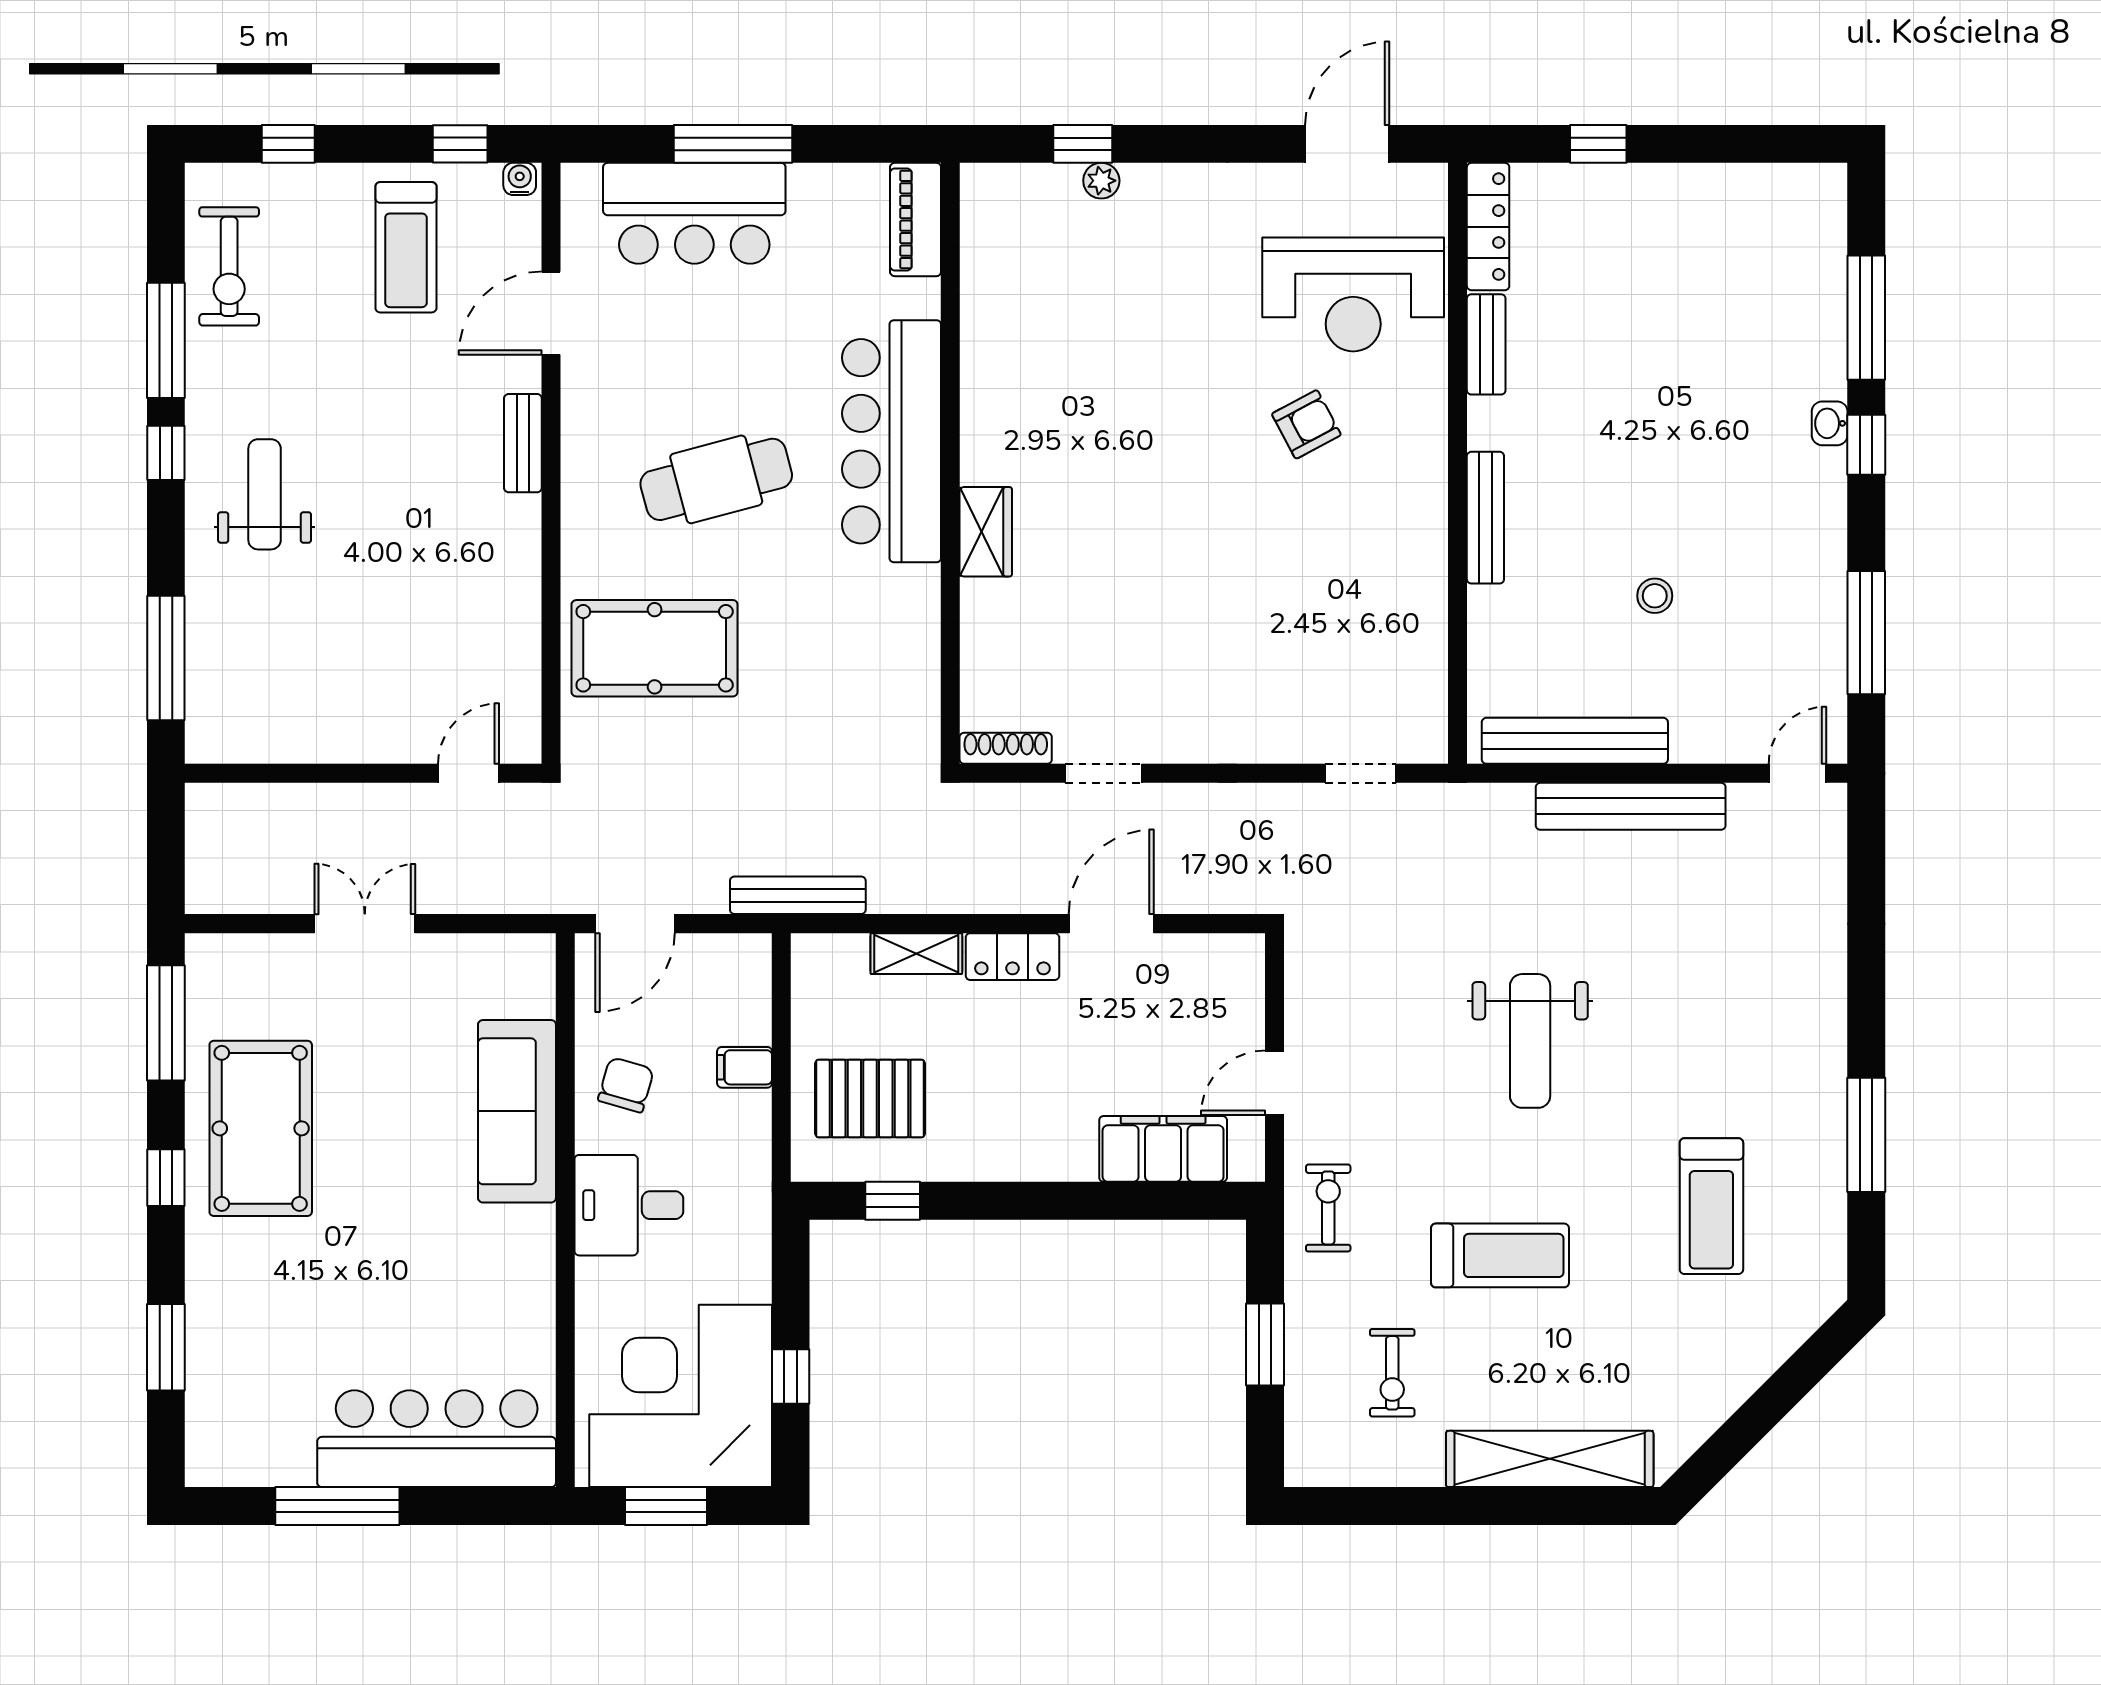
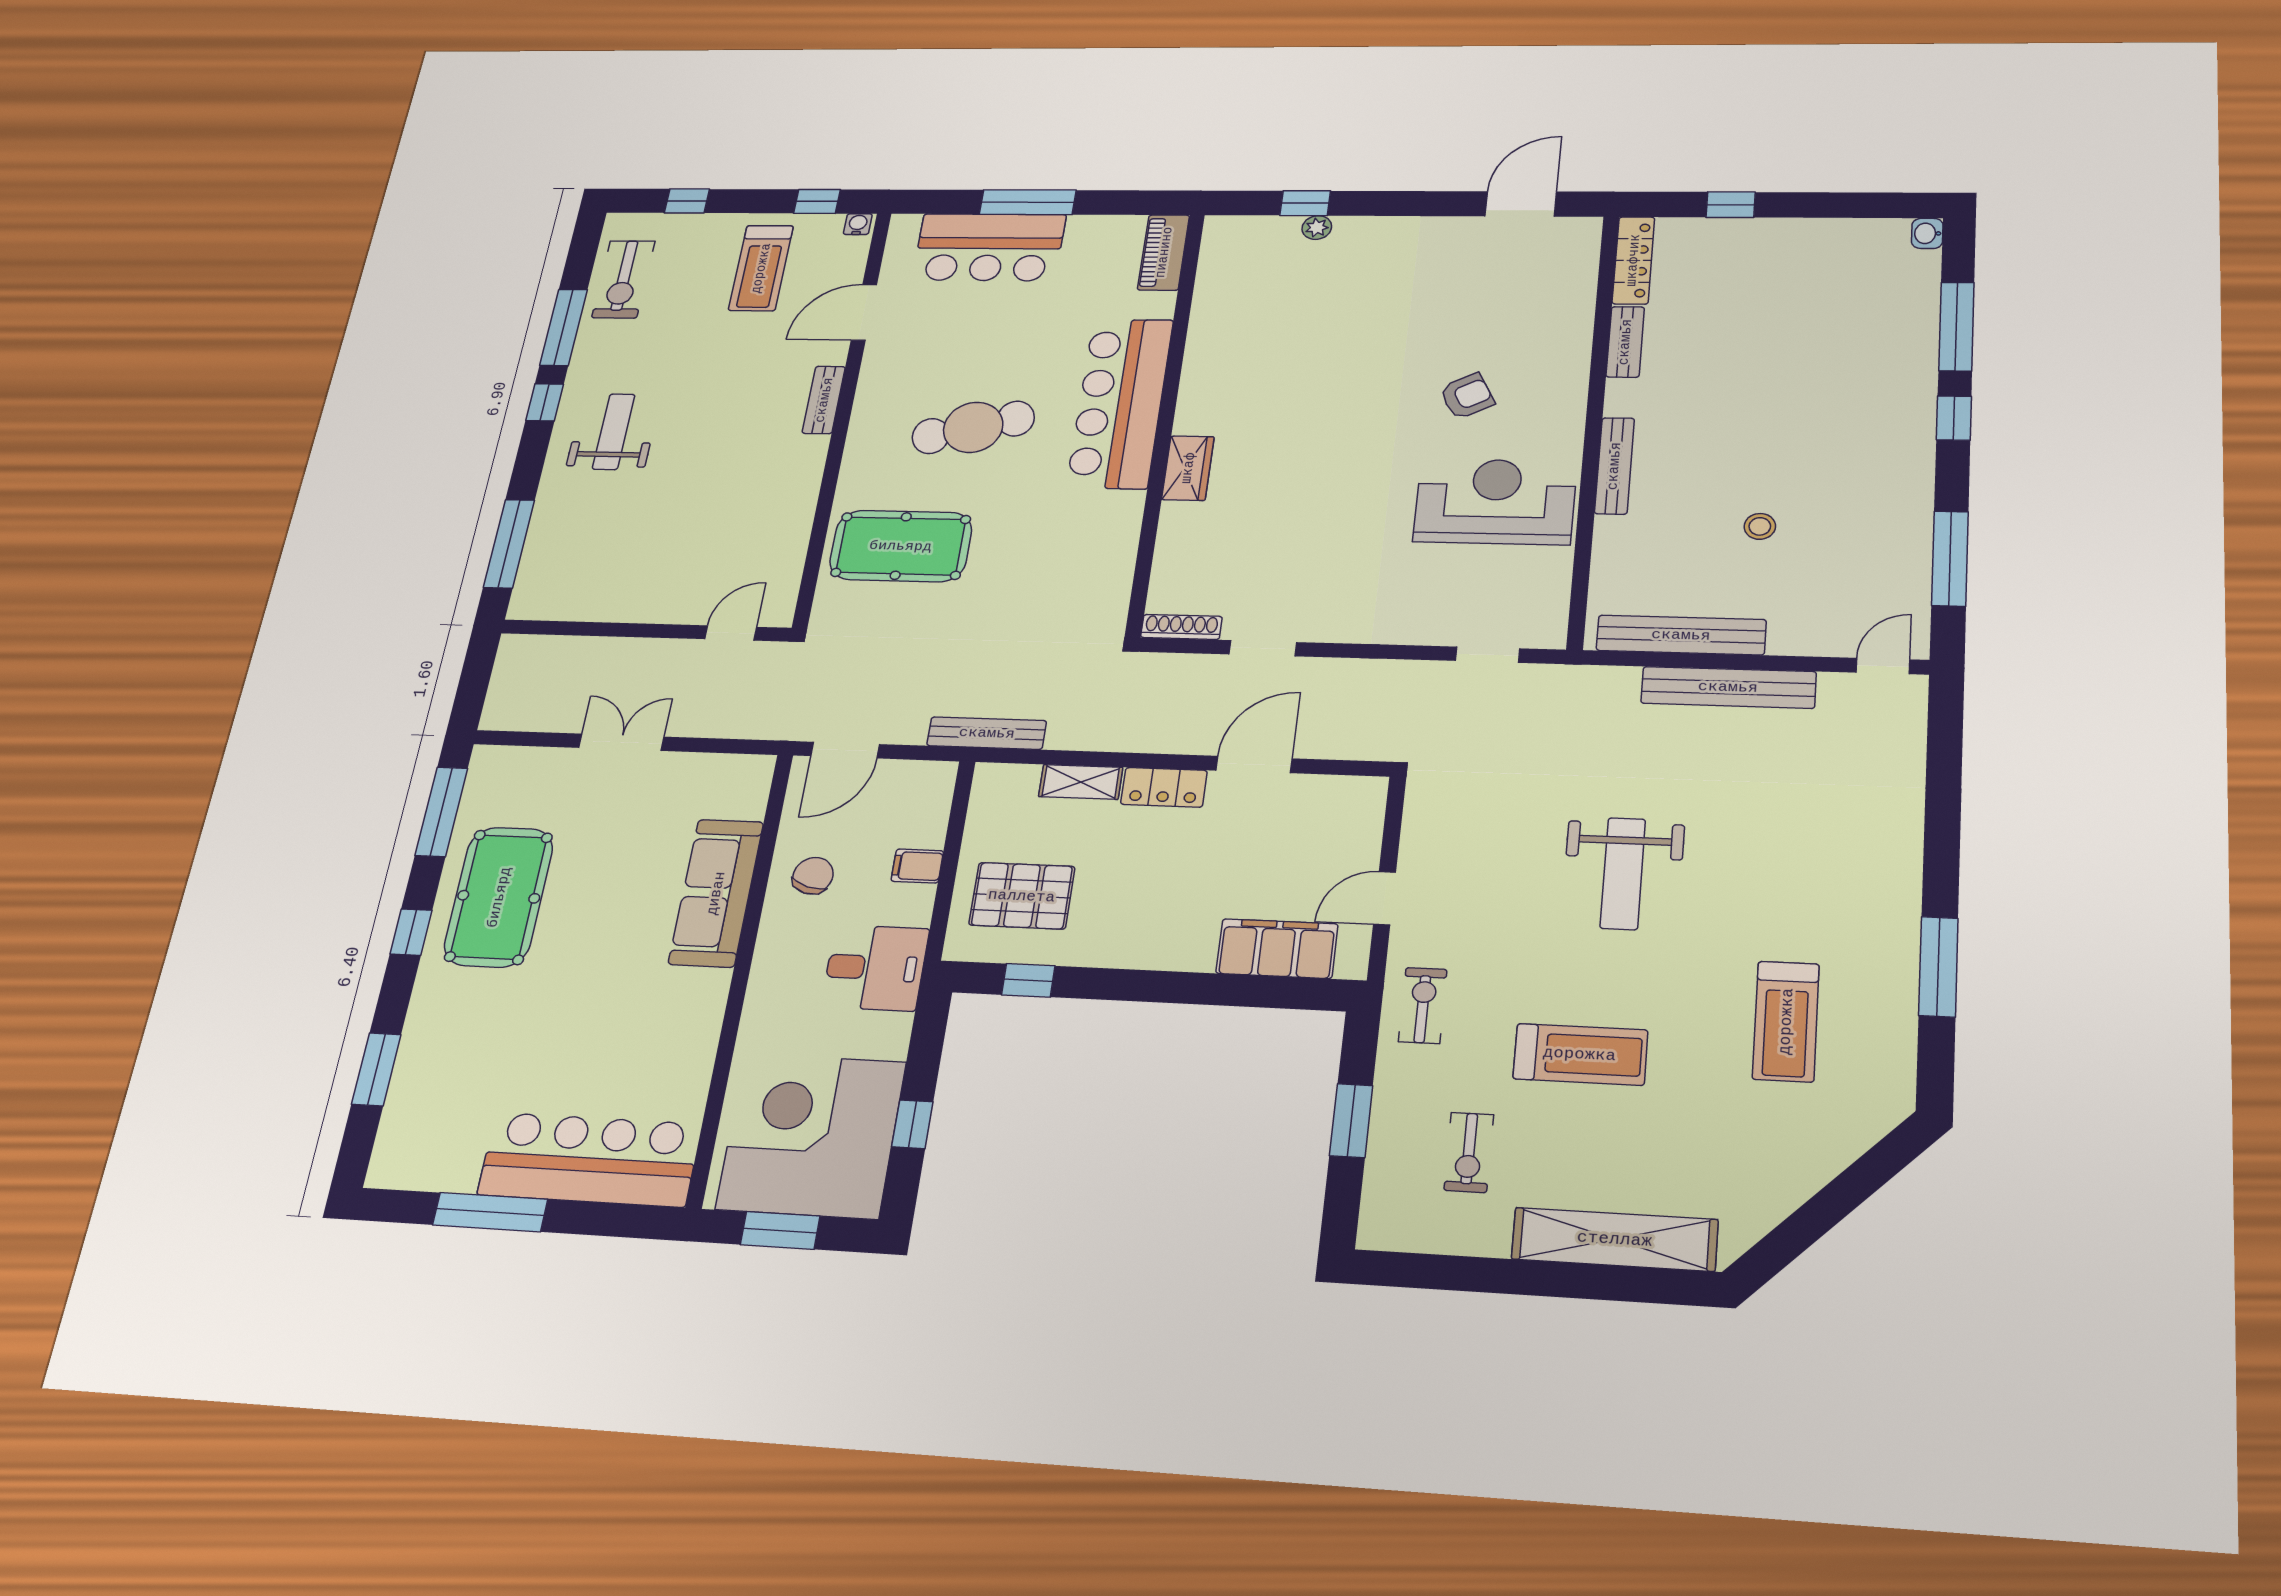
reception desk: (1353, 294) -> (1495, 502), moved, turned 180
washbasin: (1830, 423) -> (1927, 233), moved
desk: (629, 1205) -> (875, 968), moved, turned 180

